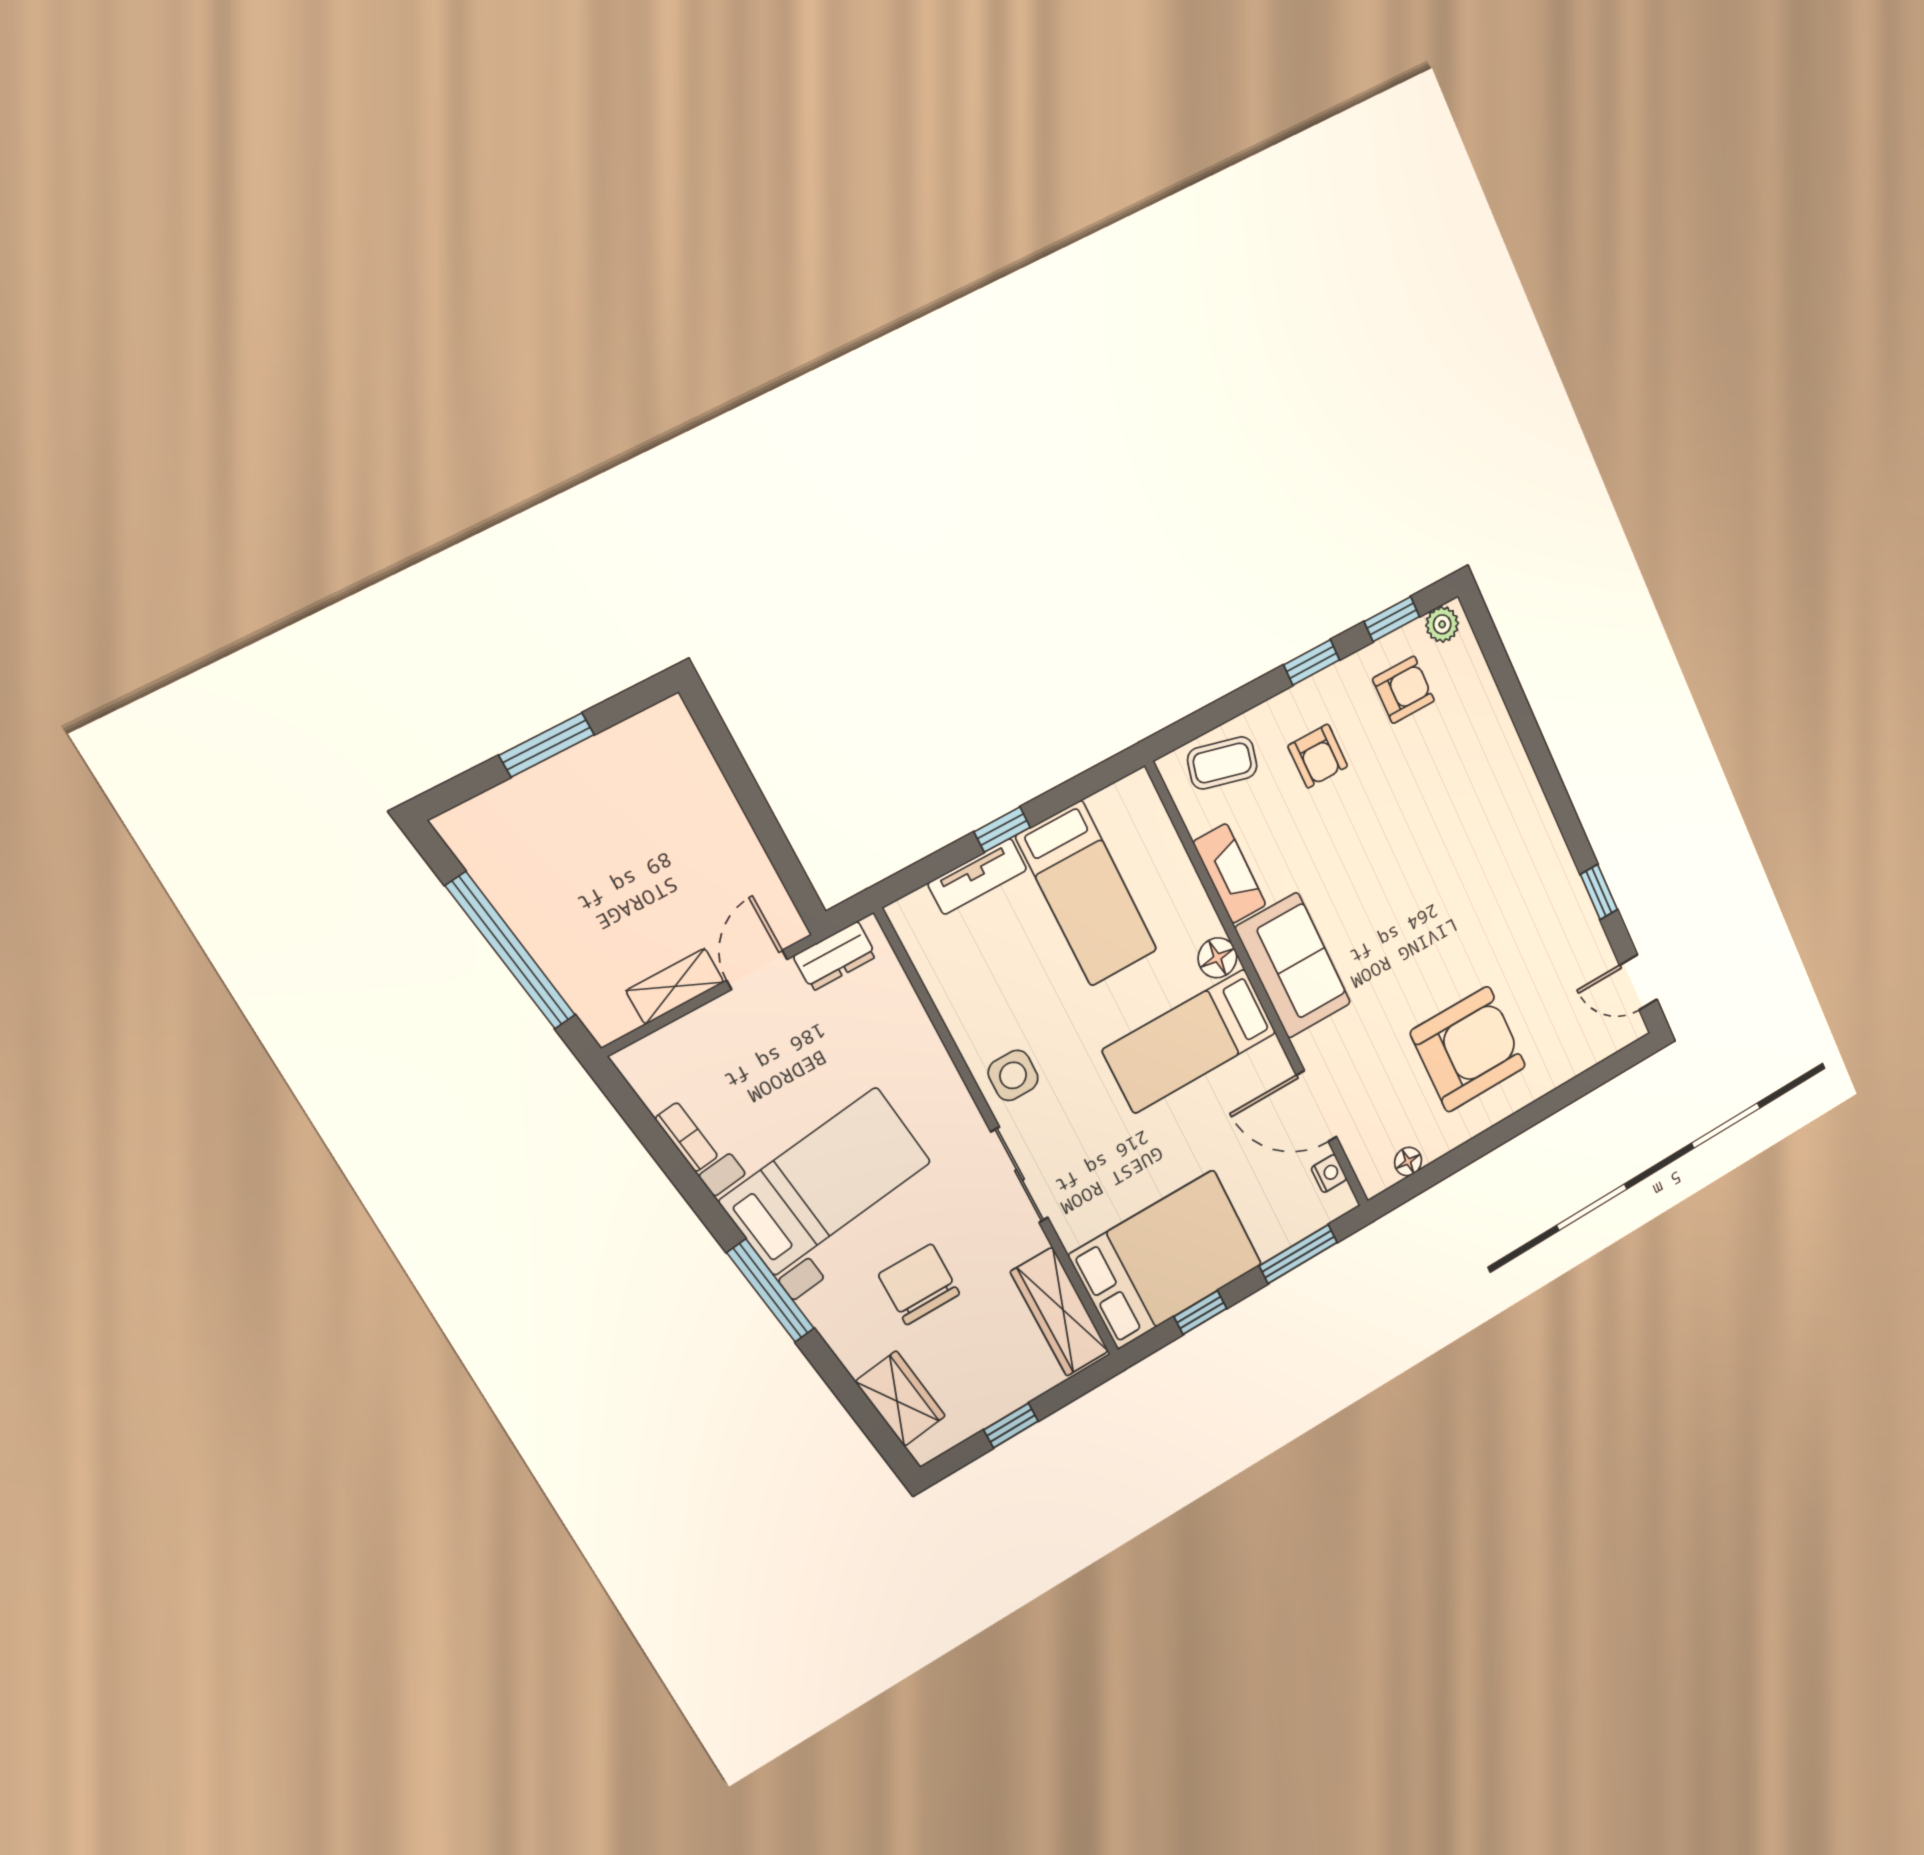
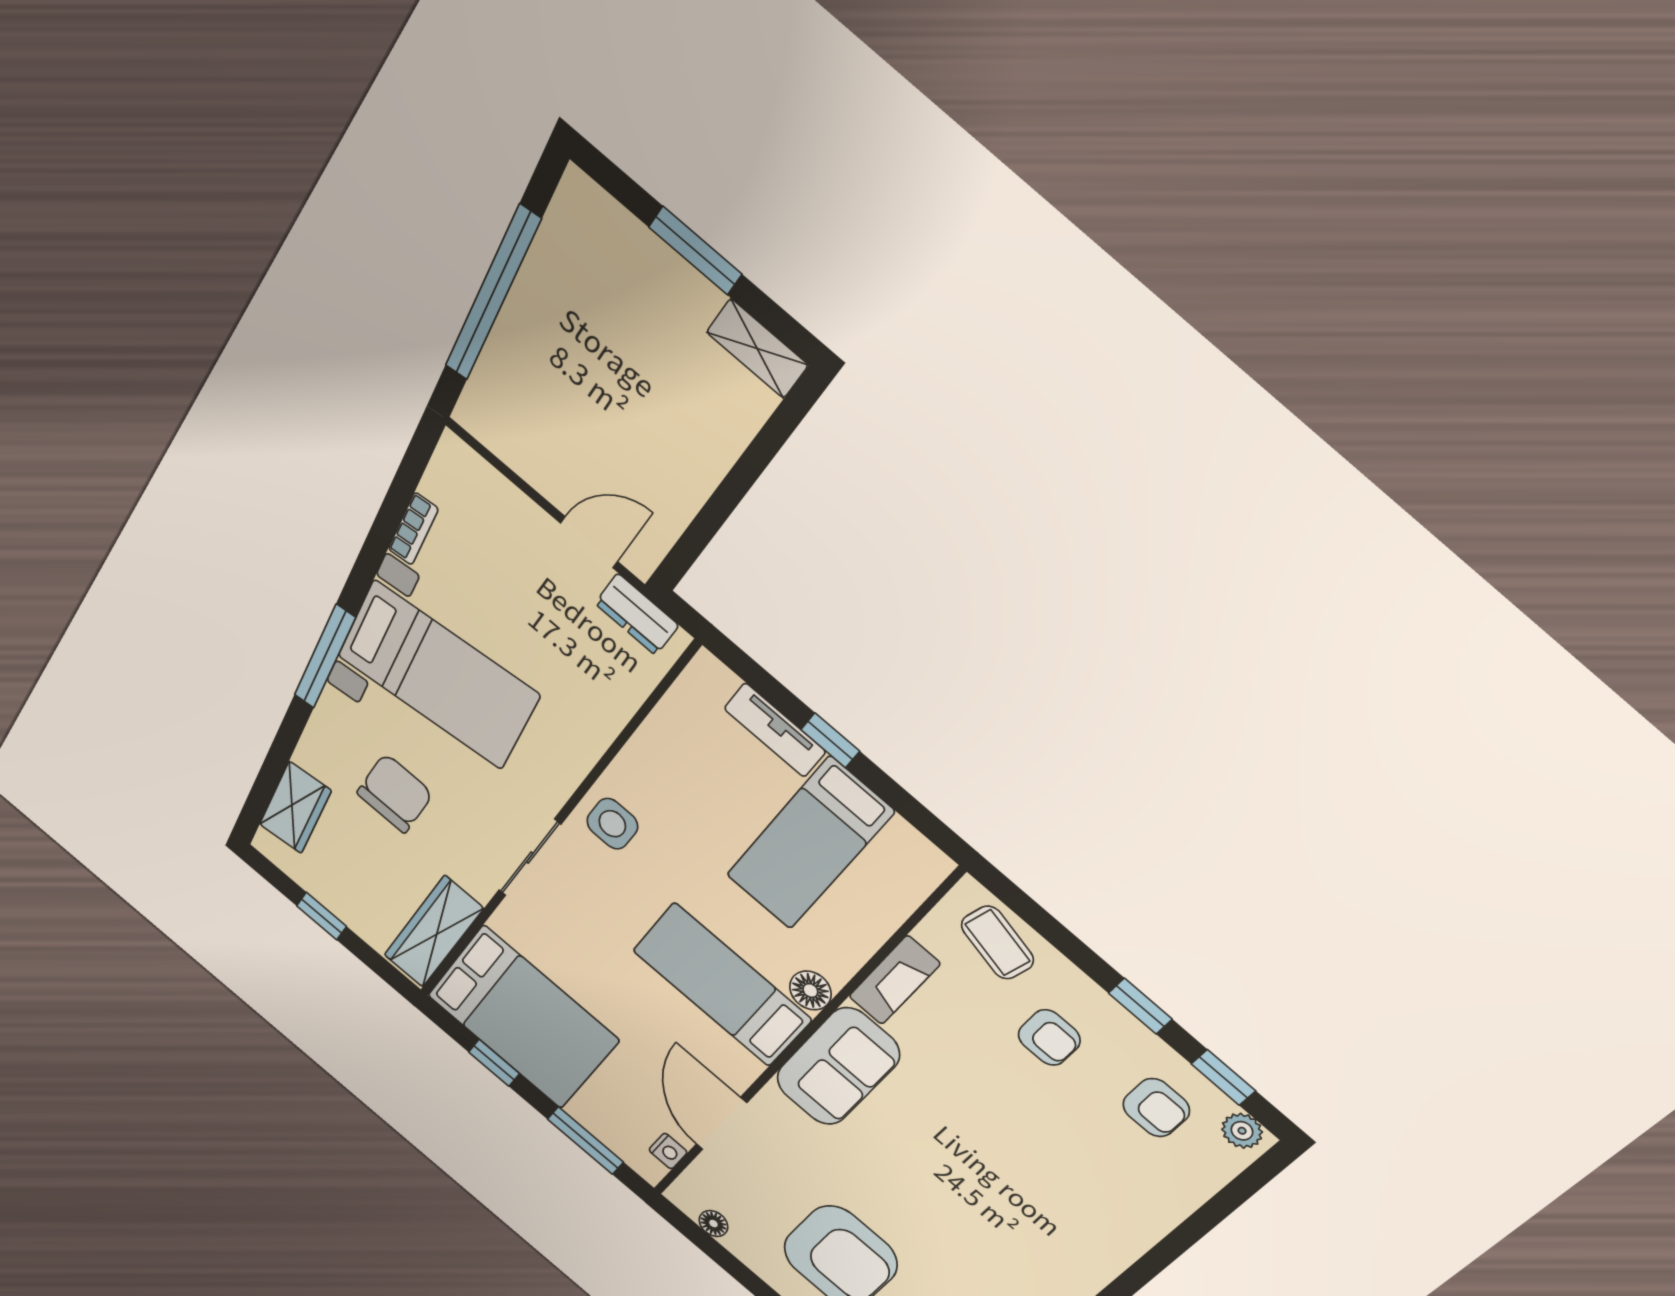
armchair: (1318, 756) -> (1049, 1037), turned -90
shelving: (675, 986) -> (757, 349), moved

